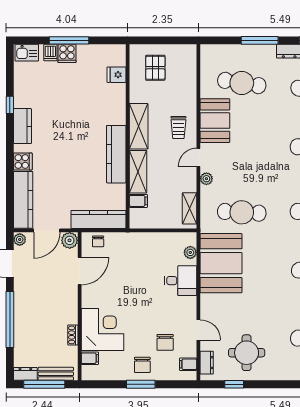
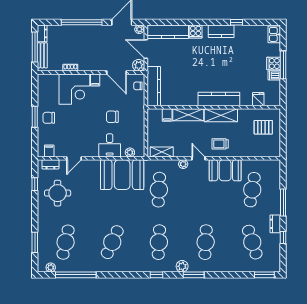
dishwasher: (50, 53) -> (274, 75), moved
kitchen counter: (116, 154) -> (219, 99), moved
chair: (165, 342) -> (112, 117), moved
filing cabinet: (90, 358) -> (95, 80), moved

